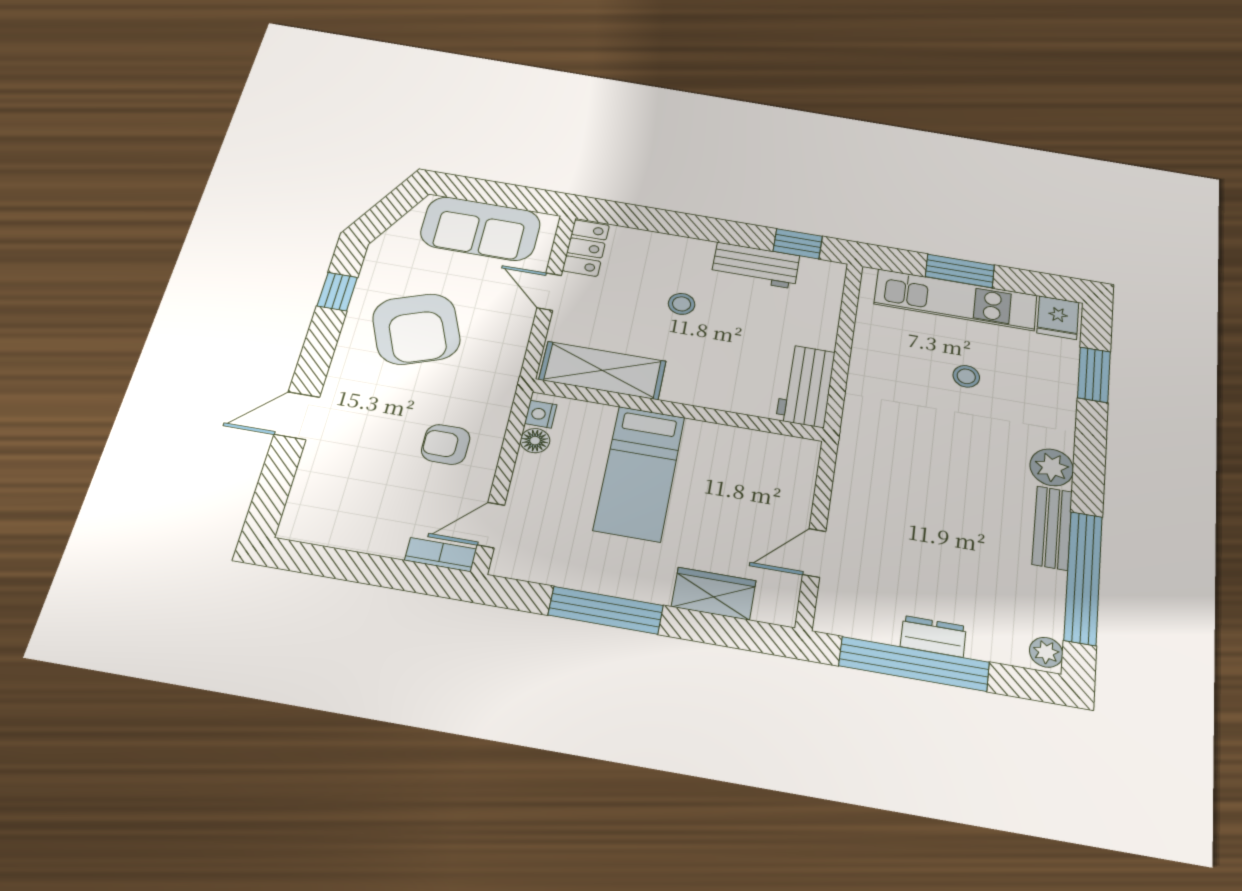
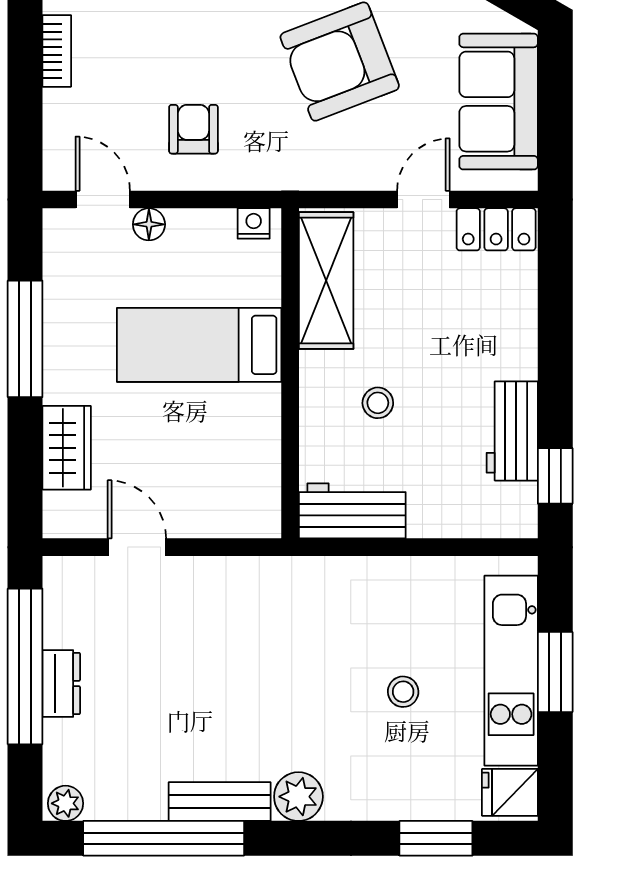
stool: (682, 304) -> (378, 403), moved
floor lamp: (535, 441) -> (149, 224), moved
bookcase: (441, 555) -> (57, 51), moved

